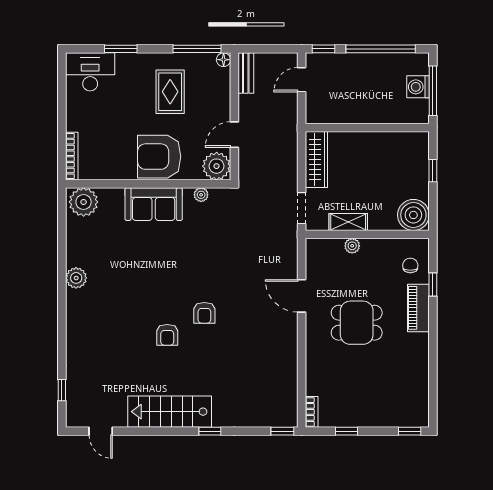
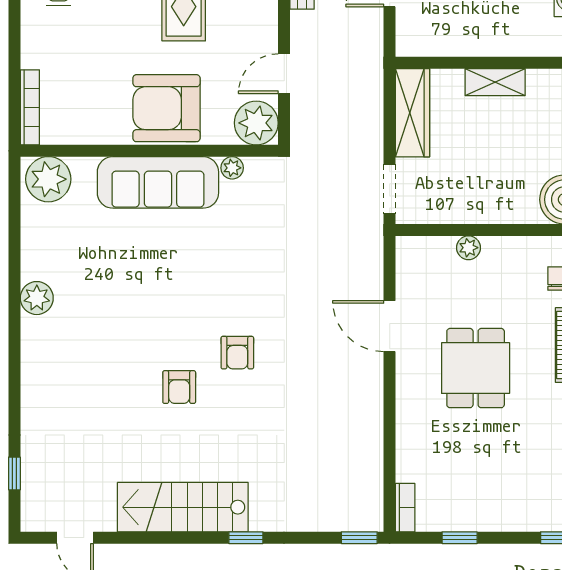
sofa: (154, 204) -> (158, 182), width x1.36
shelving: (348, 222) -> (495, 82), moved
dining table: (357, 323) -> (476, 368), turned 90

